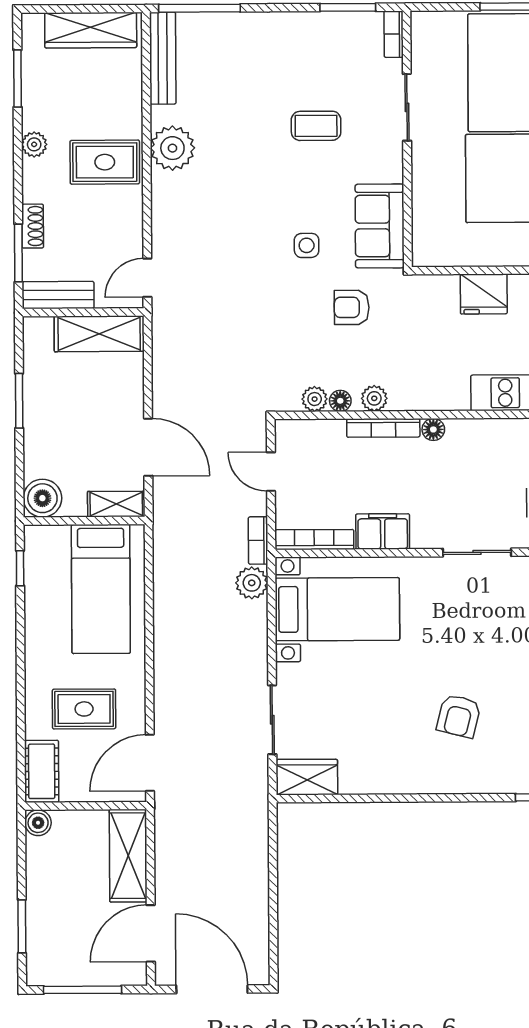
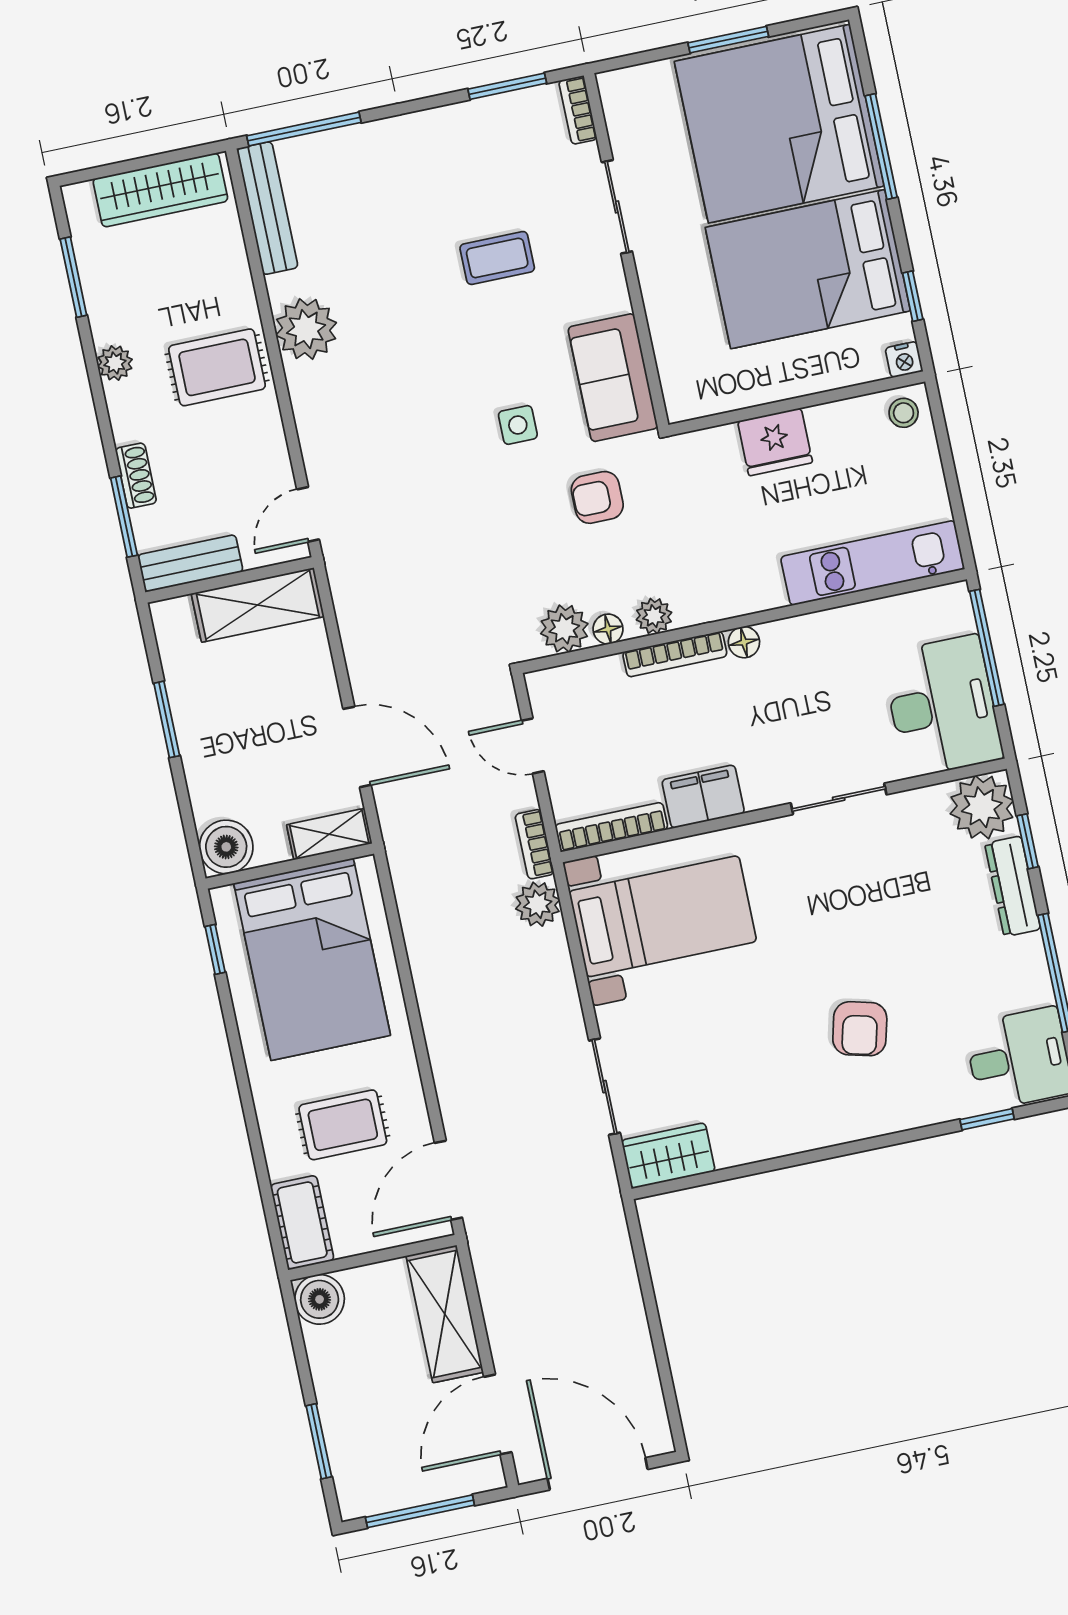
plant: (315, 399) -> (564, 629), width x1.38, depth x1.38
bed: (101, 589) -> (312, 959), width x1.50
boiler: (38, 823) -> (320, 1299), width x1.36, depth x1.36

